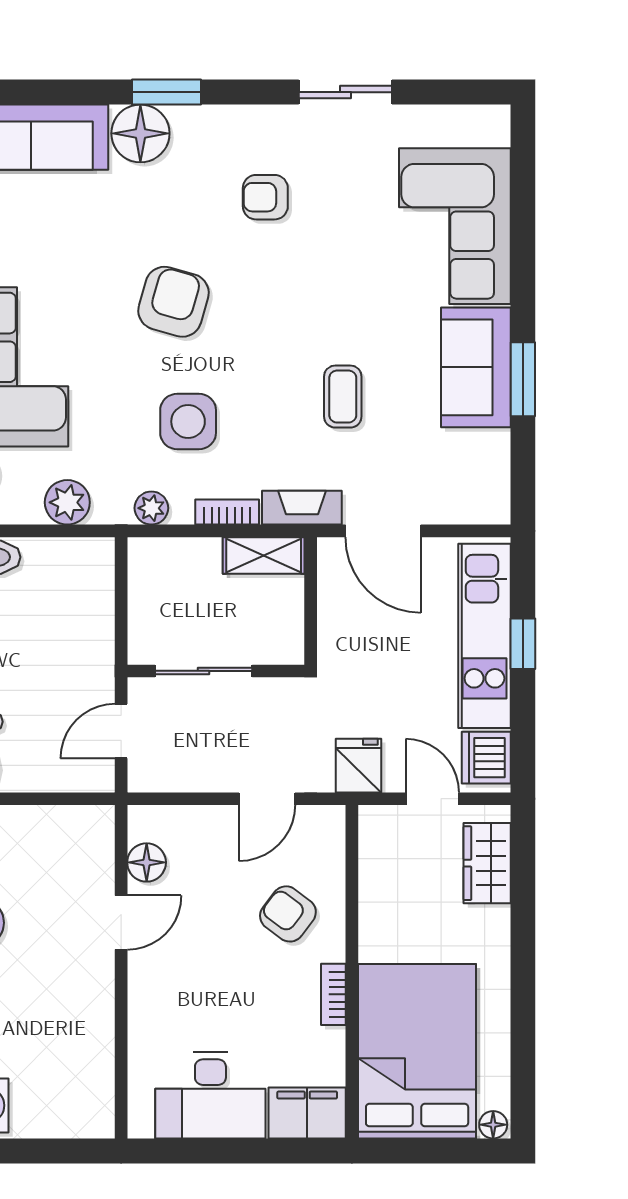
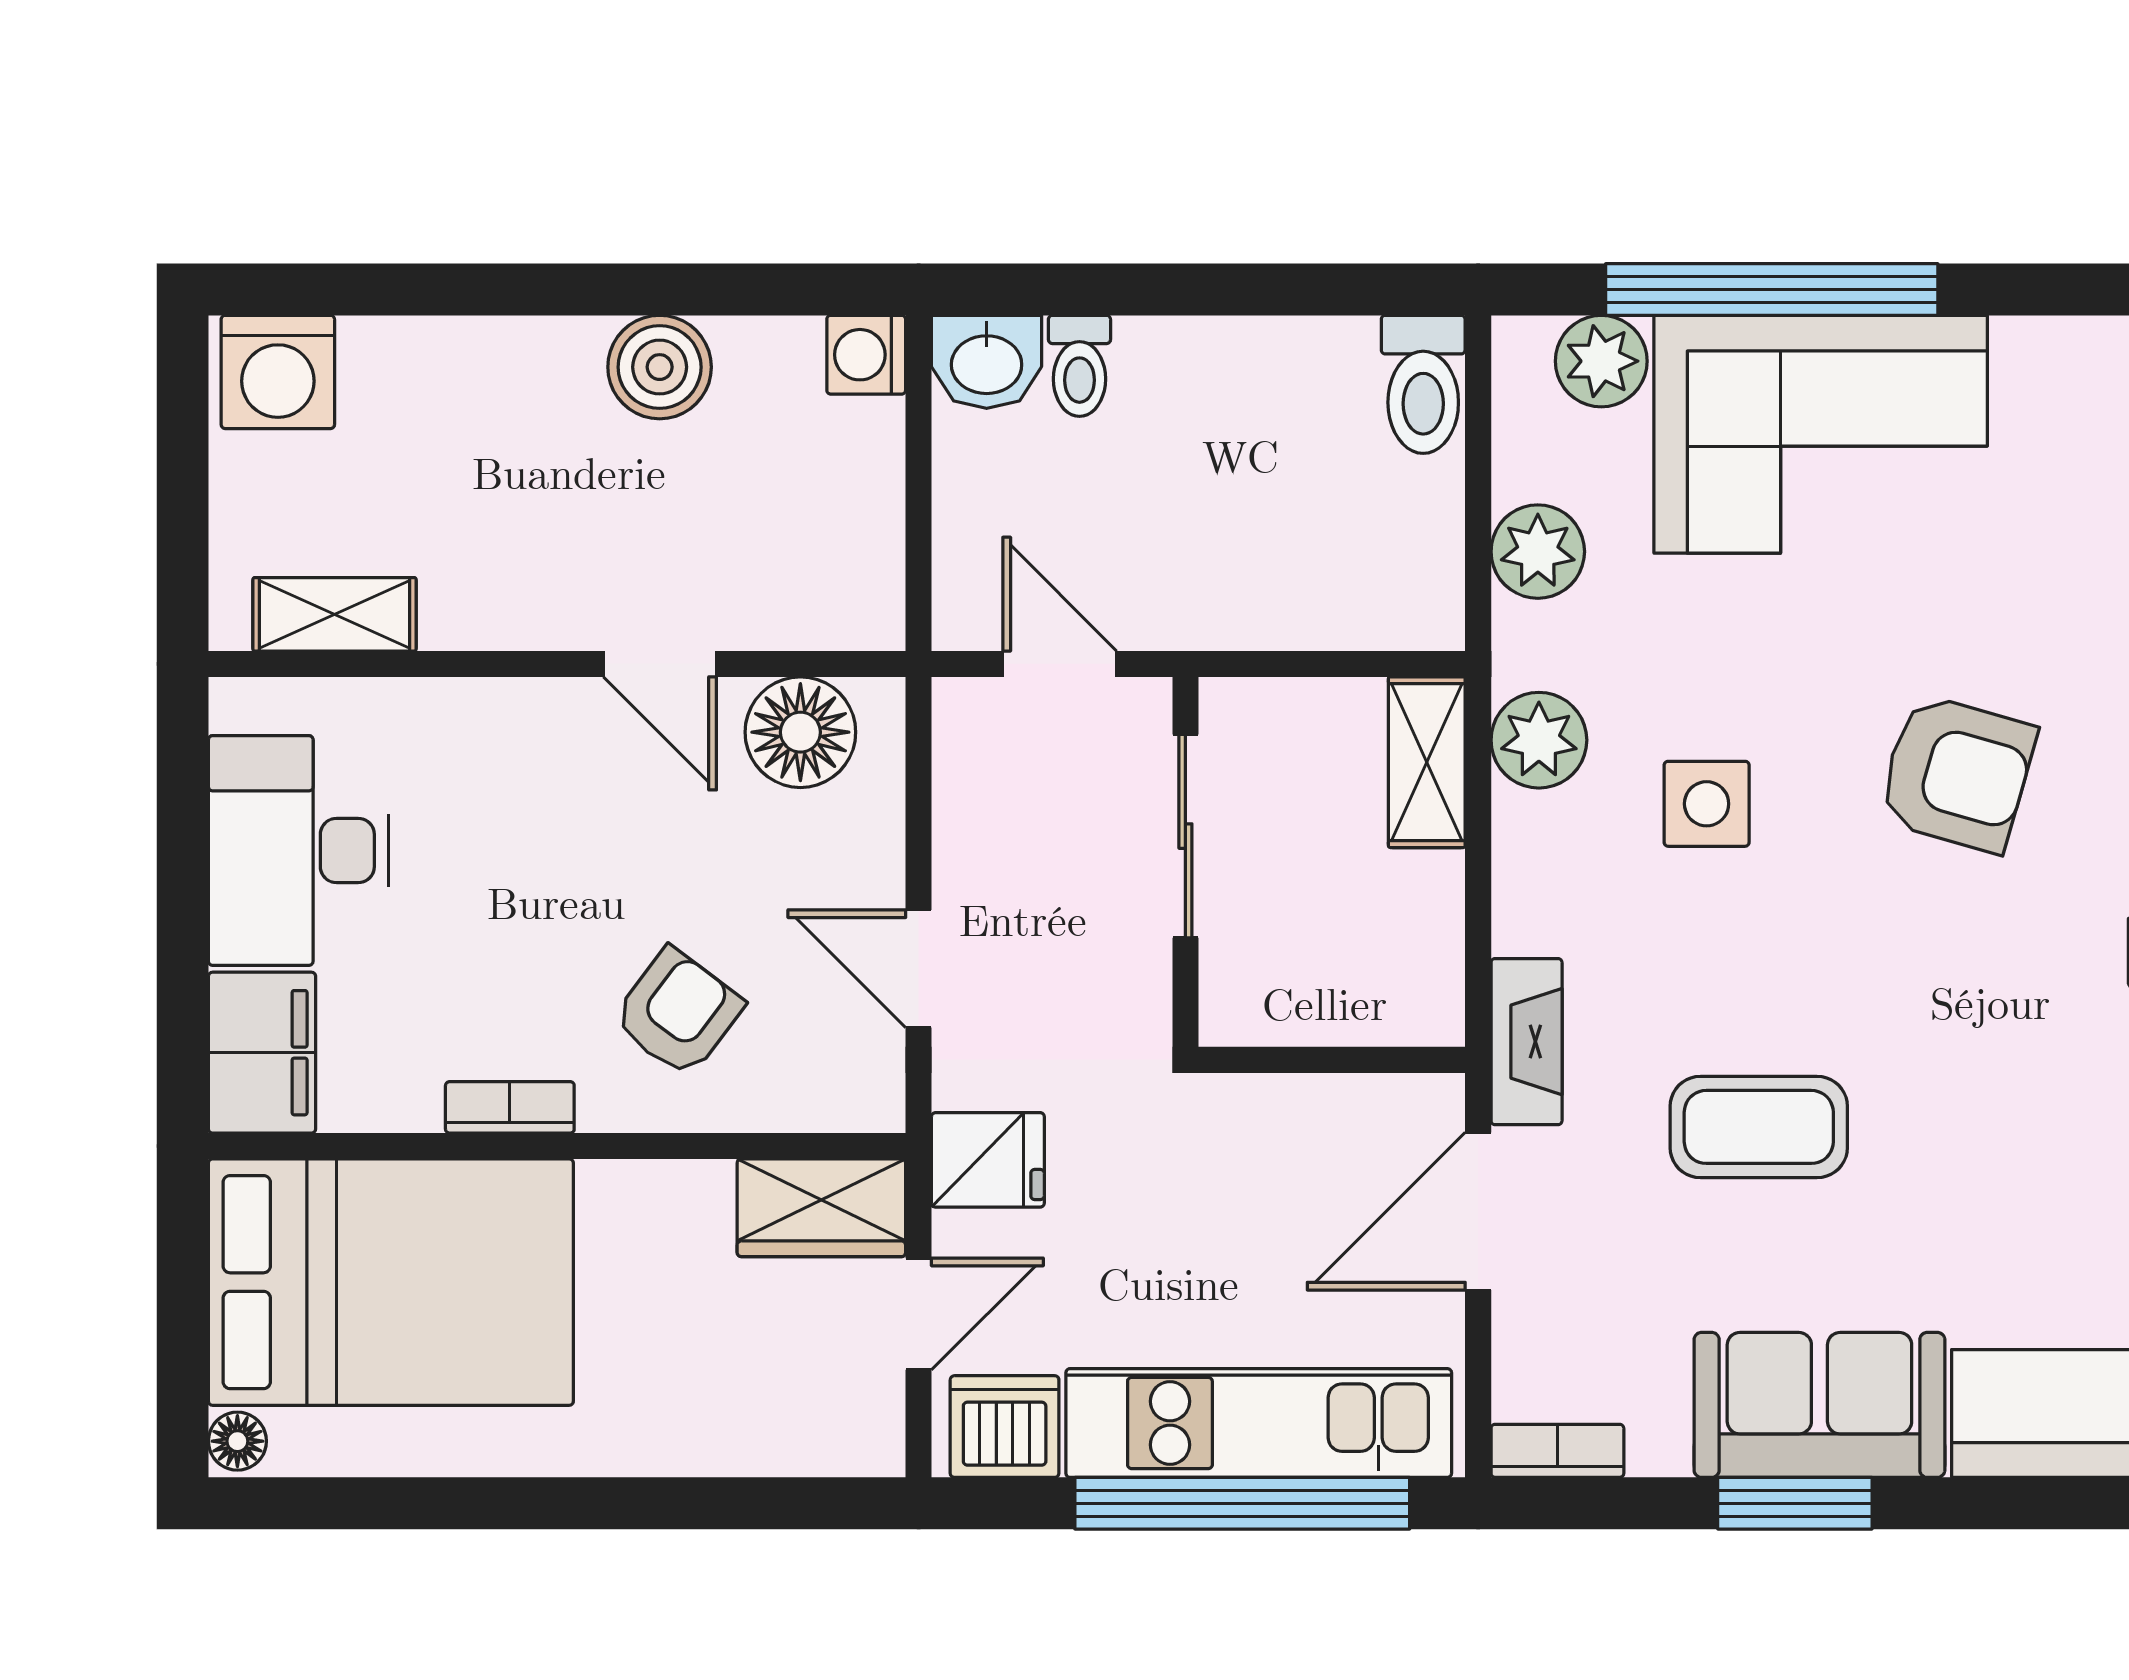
coffee table: (343, 397) -> (1759, 1127), width x1.36, depth x1.30
side table: (188, 422) -> (1707, 804), width x0.73, depth x0.73
plant: (151, 508) -> (1539, 740), width x1.38, depth x1.38
bookcase: (227, 512) -> (1557, 1451), moved, turned -90
shelving: (264, 555) -> (1427, 762), moved
window: (523, 644) -> (1242, 1503), width x3.17
floor lamp: (147, 862) -> (800, 732), width x1.38, depth x1.38
wardrobe: (487, 863) -> (821, 1208), moved, turned 180
shelving: (97, 1078) -> (334, 614), added

